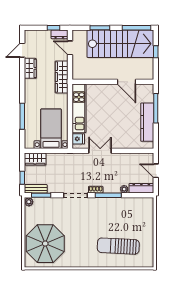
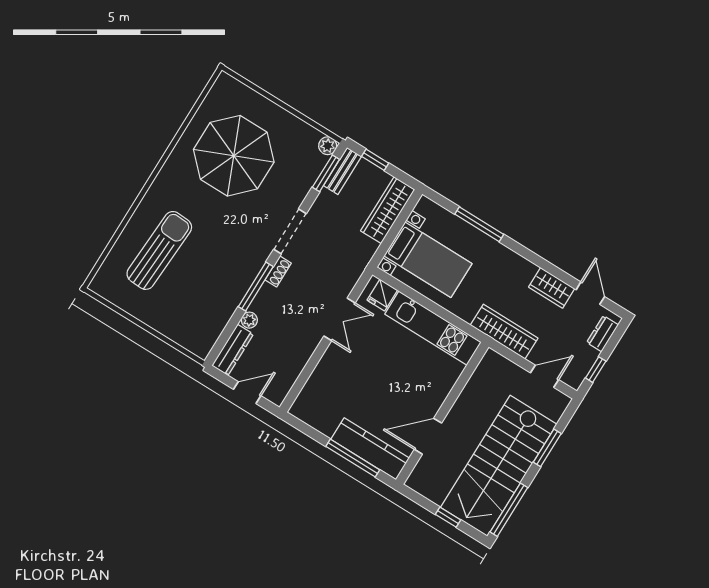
dresser: (59, 34) -> (603, 334), moved
kitchen counter: (147, 122) -> (370, 449), moved
wardrobe: (35, 159) -> (388, 210), width x1.50
parasol: (45, 244) -> (234, 156), moved

